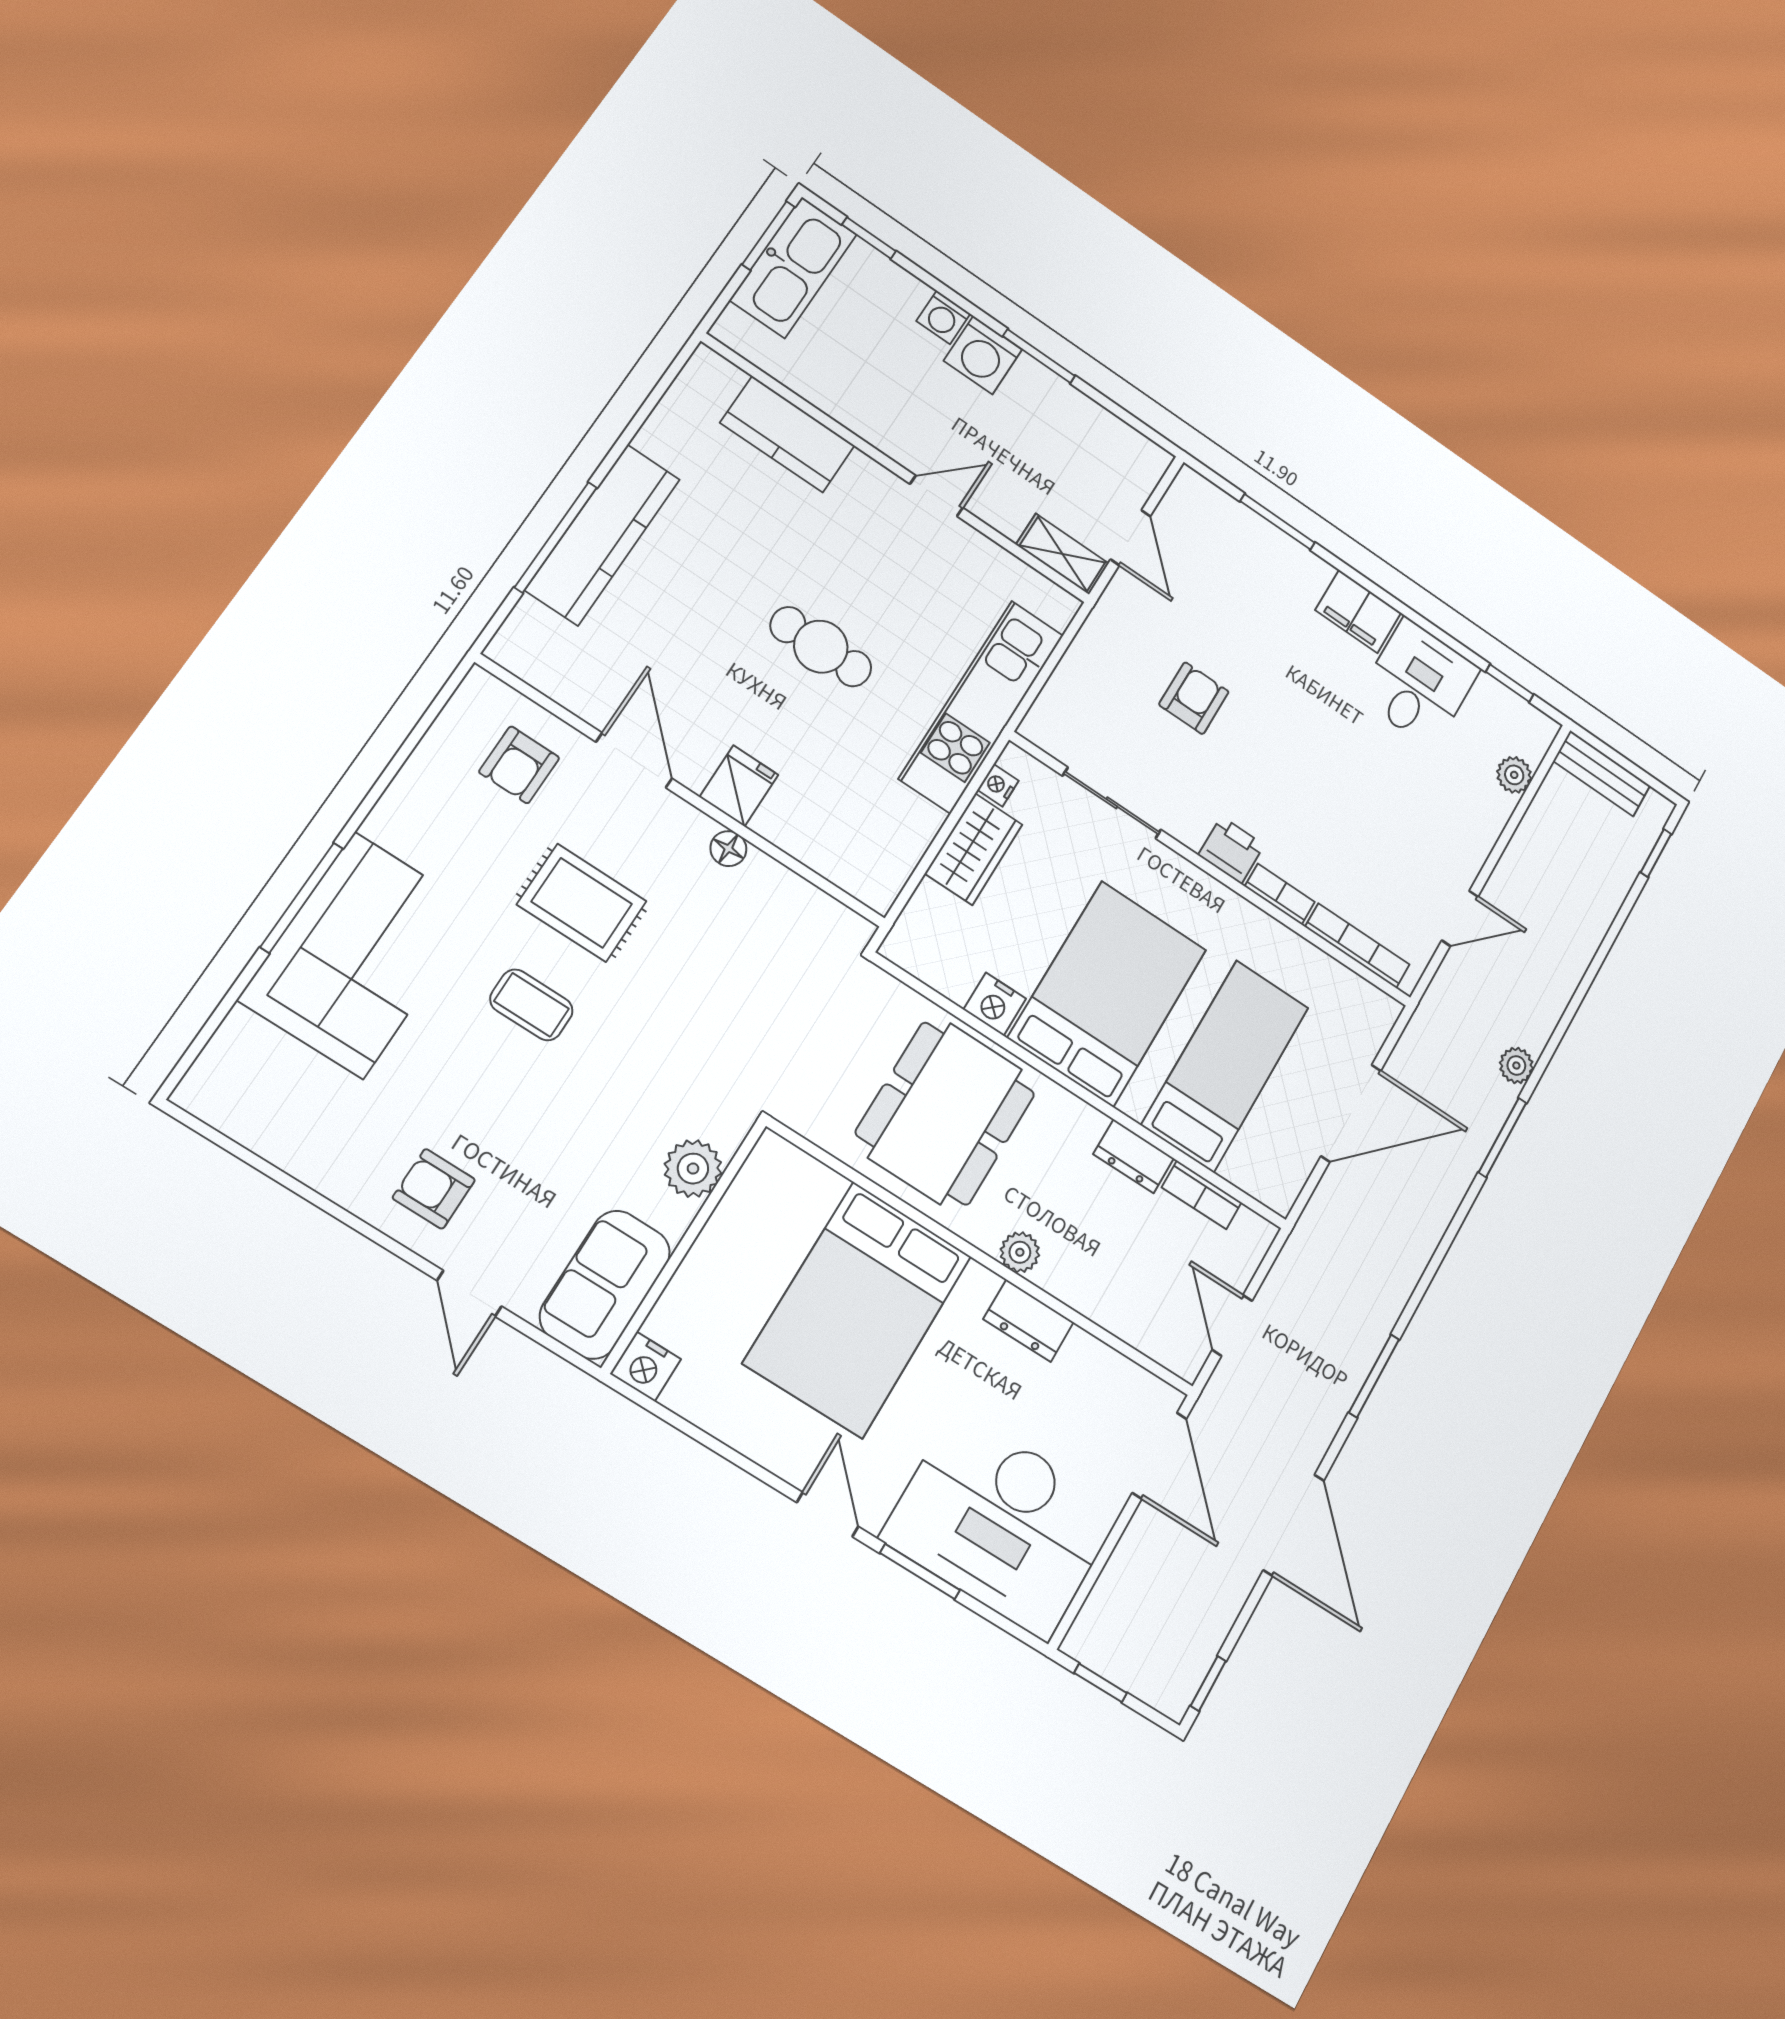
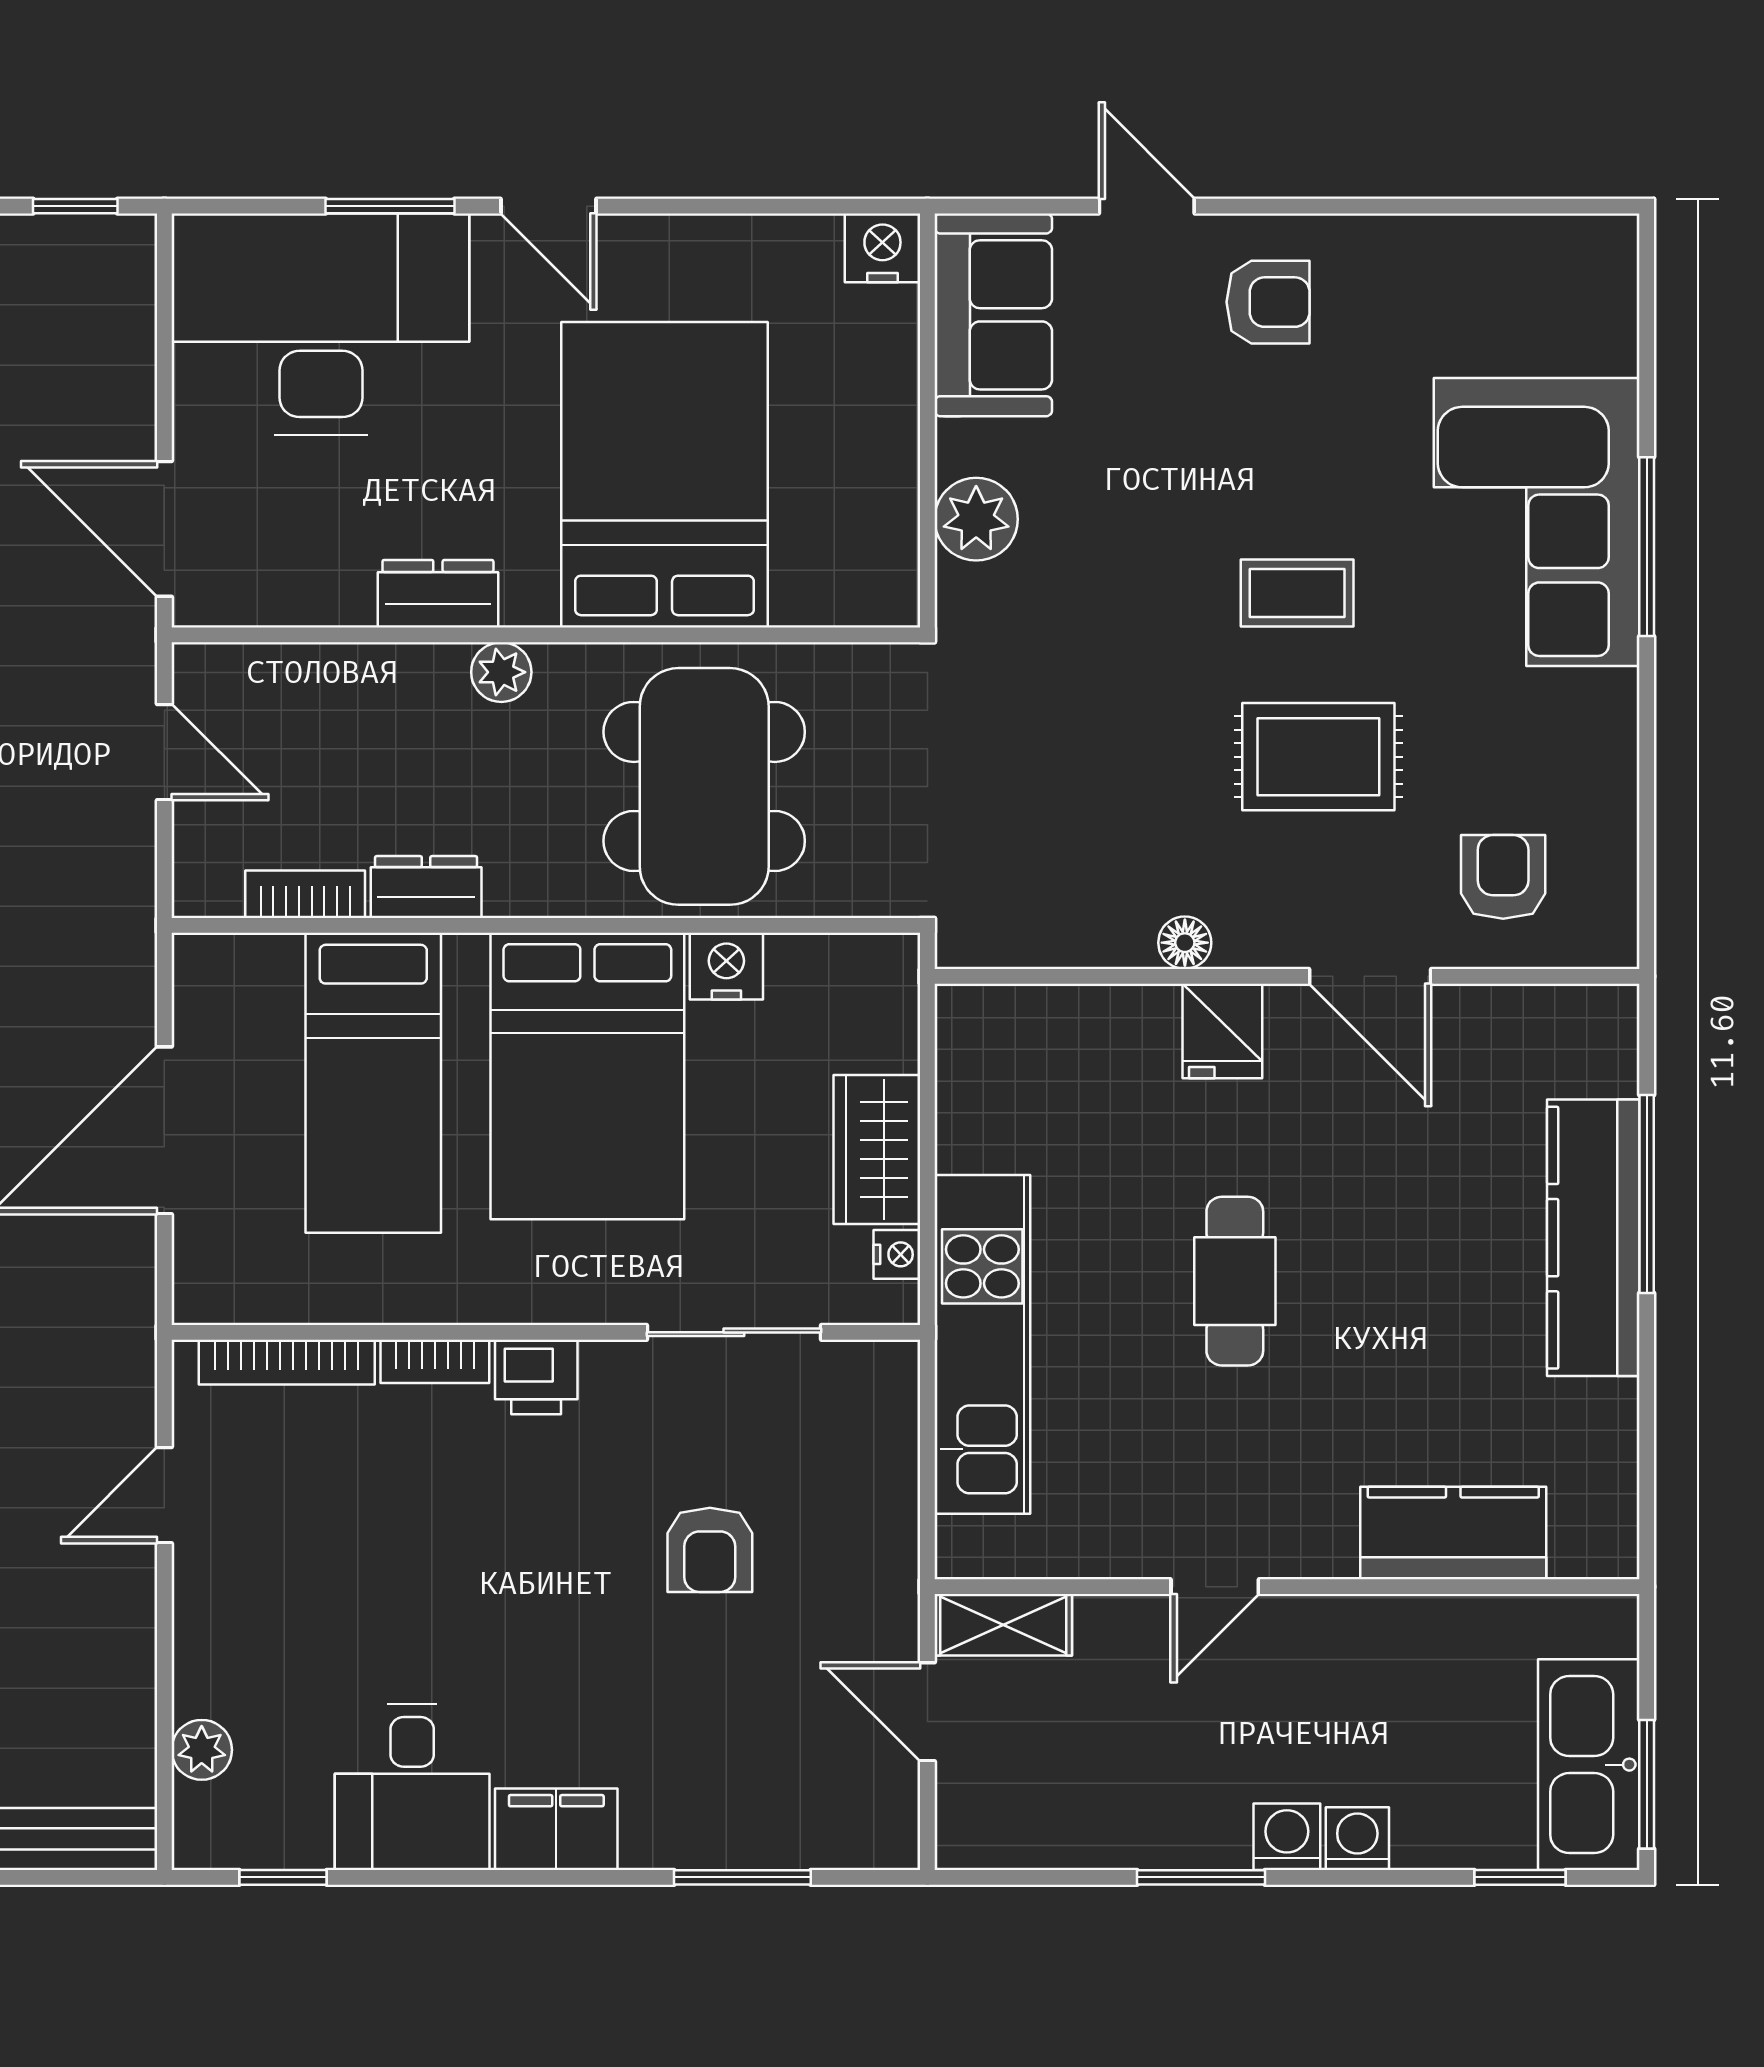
washing machine: (983, 355) -> (1287, 1837), width x0.73, depth x0.73
cafe table: (821, 647) -> (1235, 1281), turned 90

